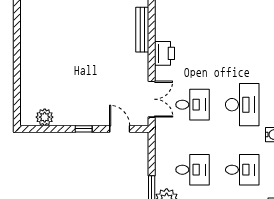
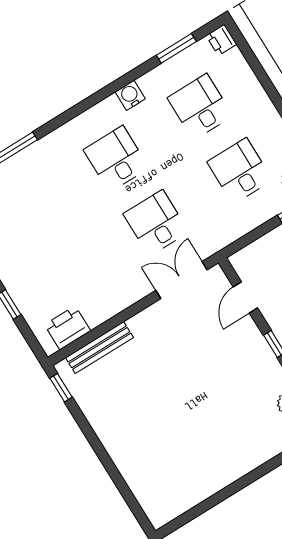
printer: (165, 53) -> (67, 328), moved
desk: (242, 105) -> (116, 159), width x0.73

